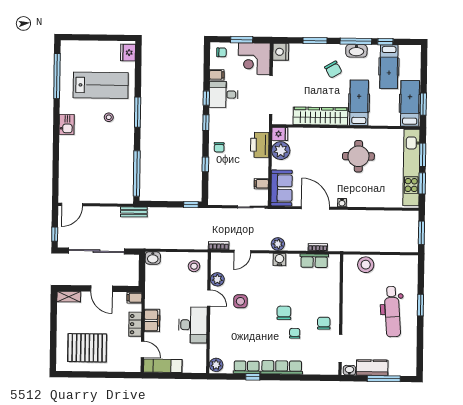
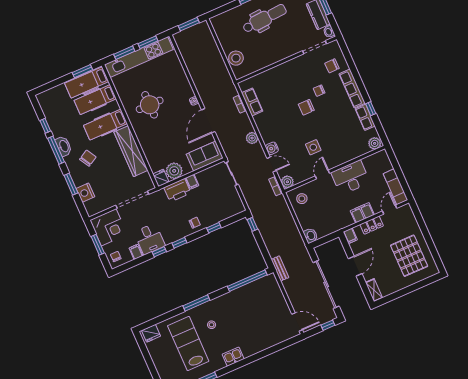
nightstand: (281, 52) -> (85, 193), moved, turned 90
hospital bed: (389, 67) -> (95, 100), moved, turned 180
filing cabinet: (261, 184) -> (192, 182), moved
water cooler: (279, 260) -> (272, 148), moved
plant: (217, 279) -> (287, 182), moved
chair: (324, 323) -> (332, 66), moved

